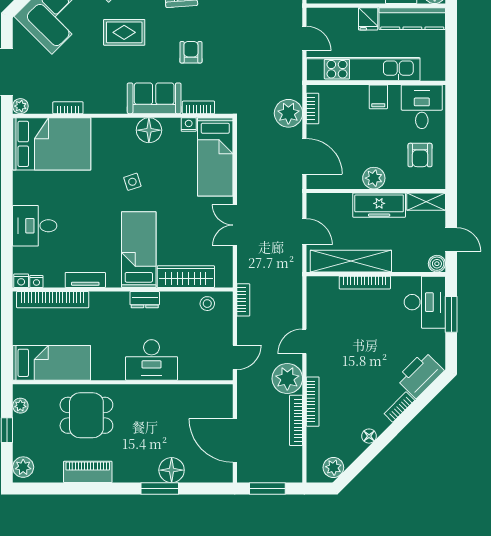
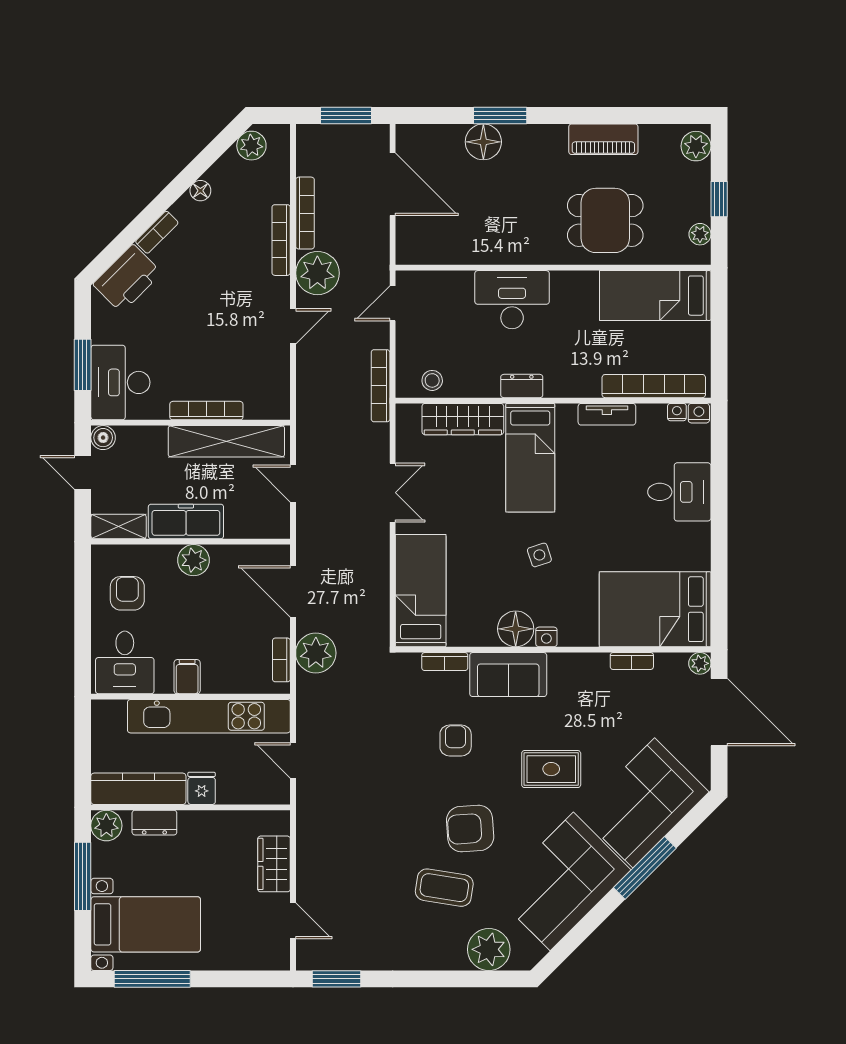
armchair: (191, 52) -> (456, 740), turned 180
nightstand: (189, 125) -> (546, 637), moved
bookcase: (243, 300) -> (381, 386), width x1.56

